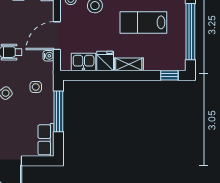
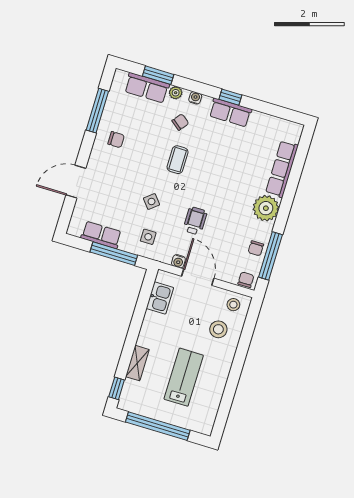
fridge: (105, 61) -> (154, 322), removed
shelving: (129, 64) -> (137, 363), moved
row of seats: (46, 140) -> (101, 235), moved

